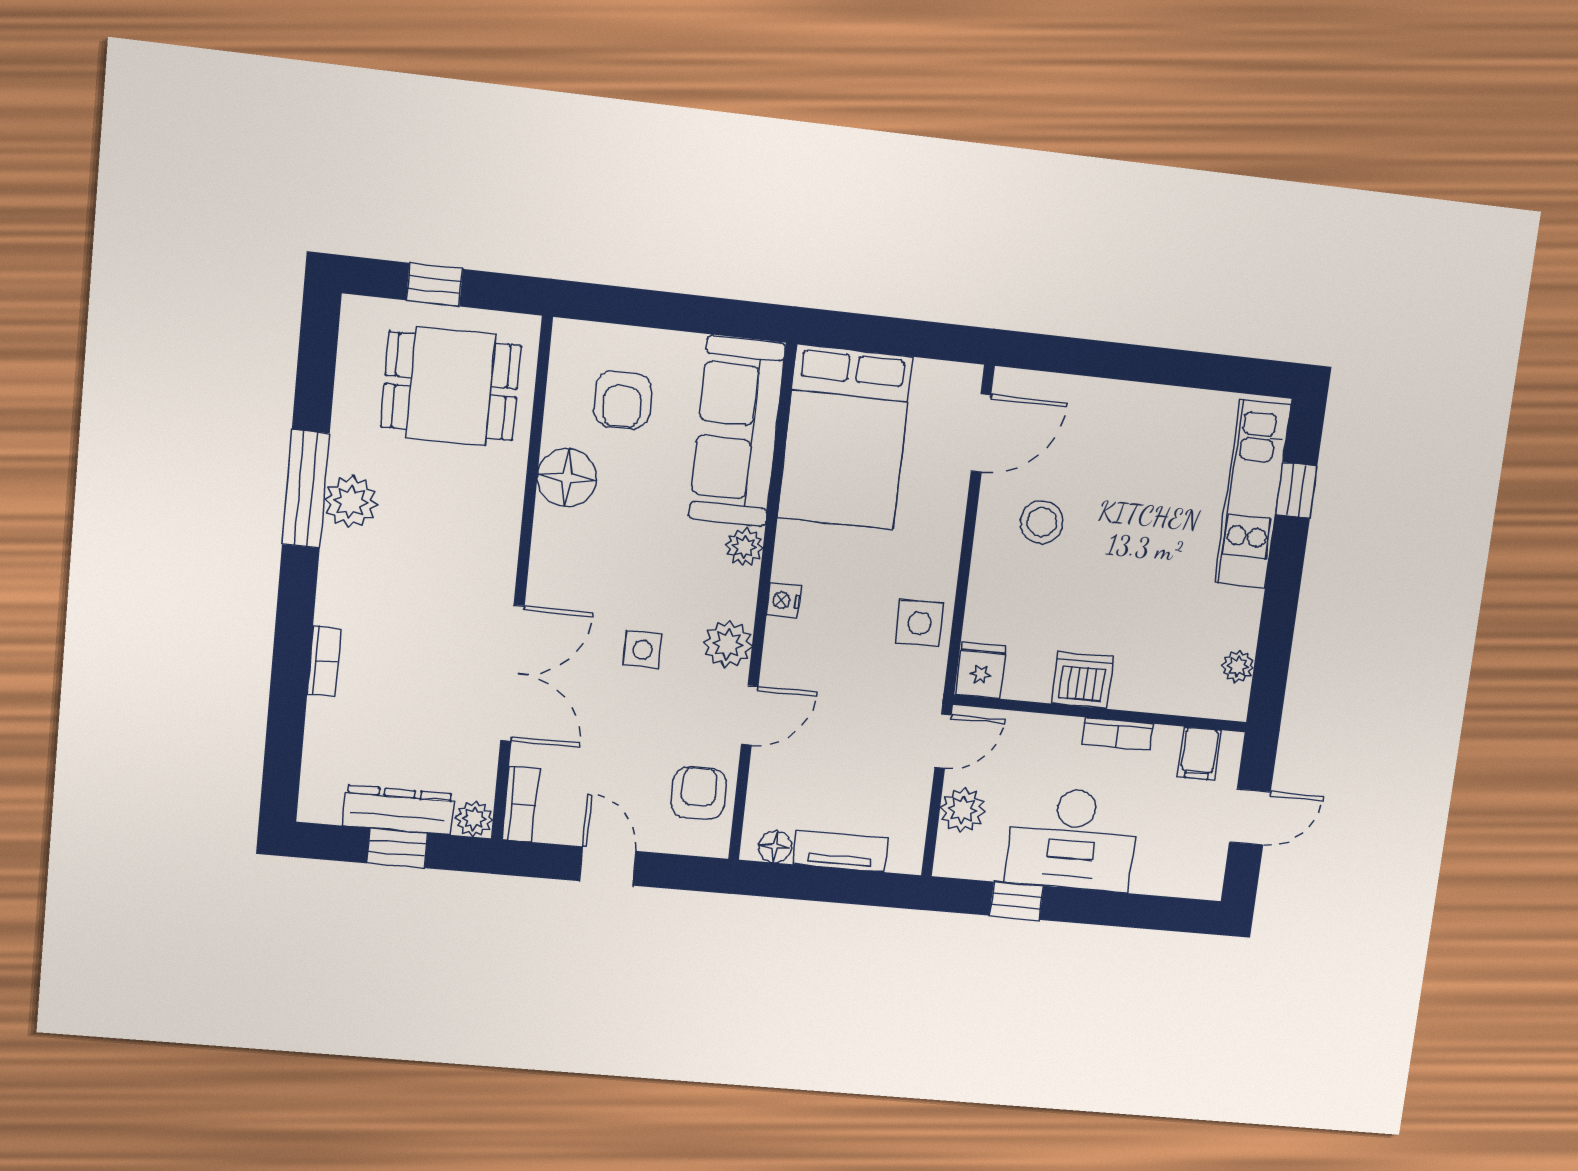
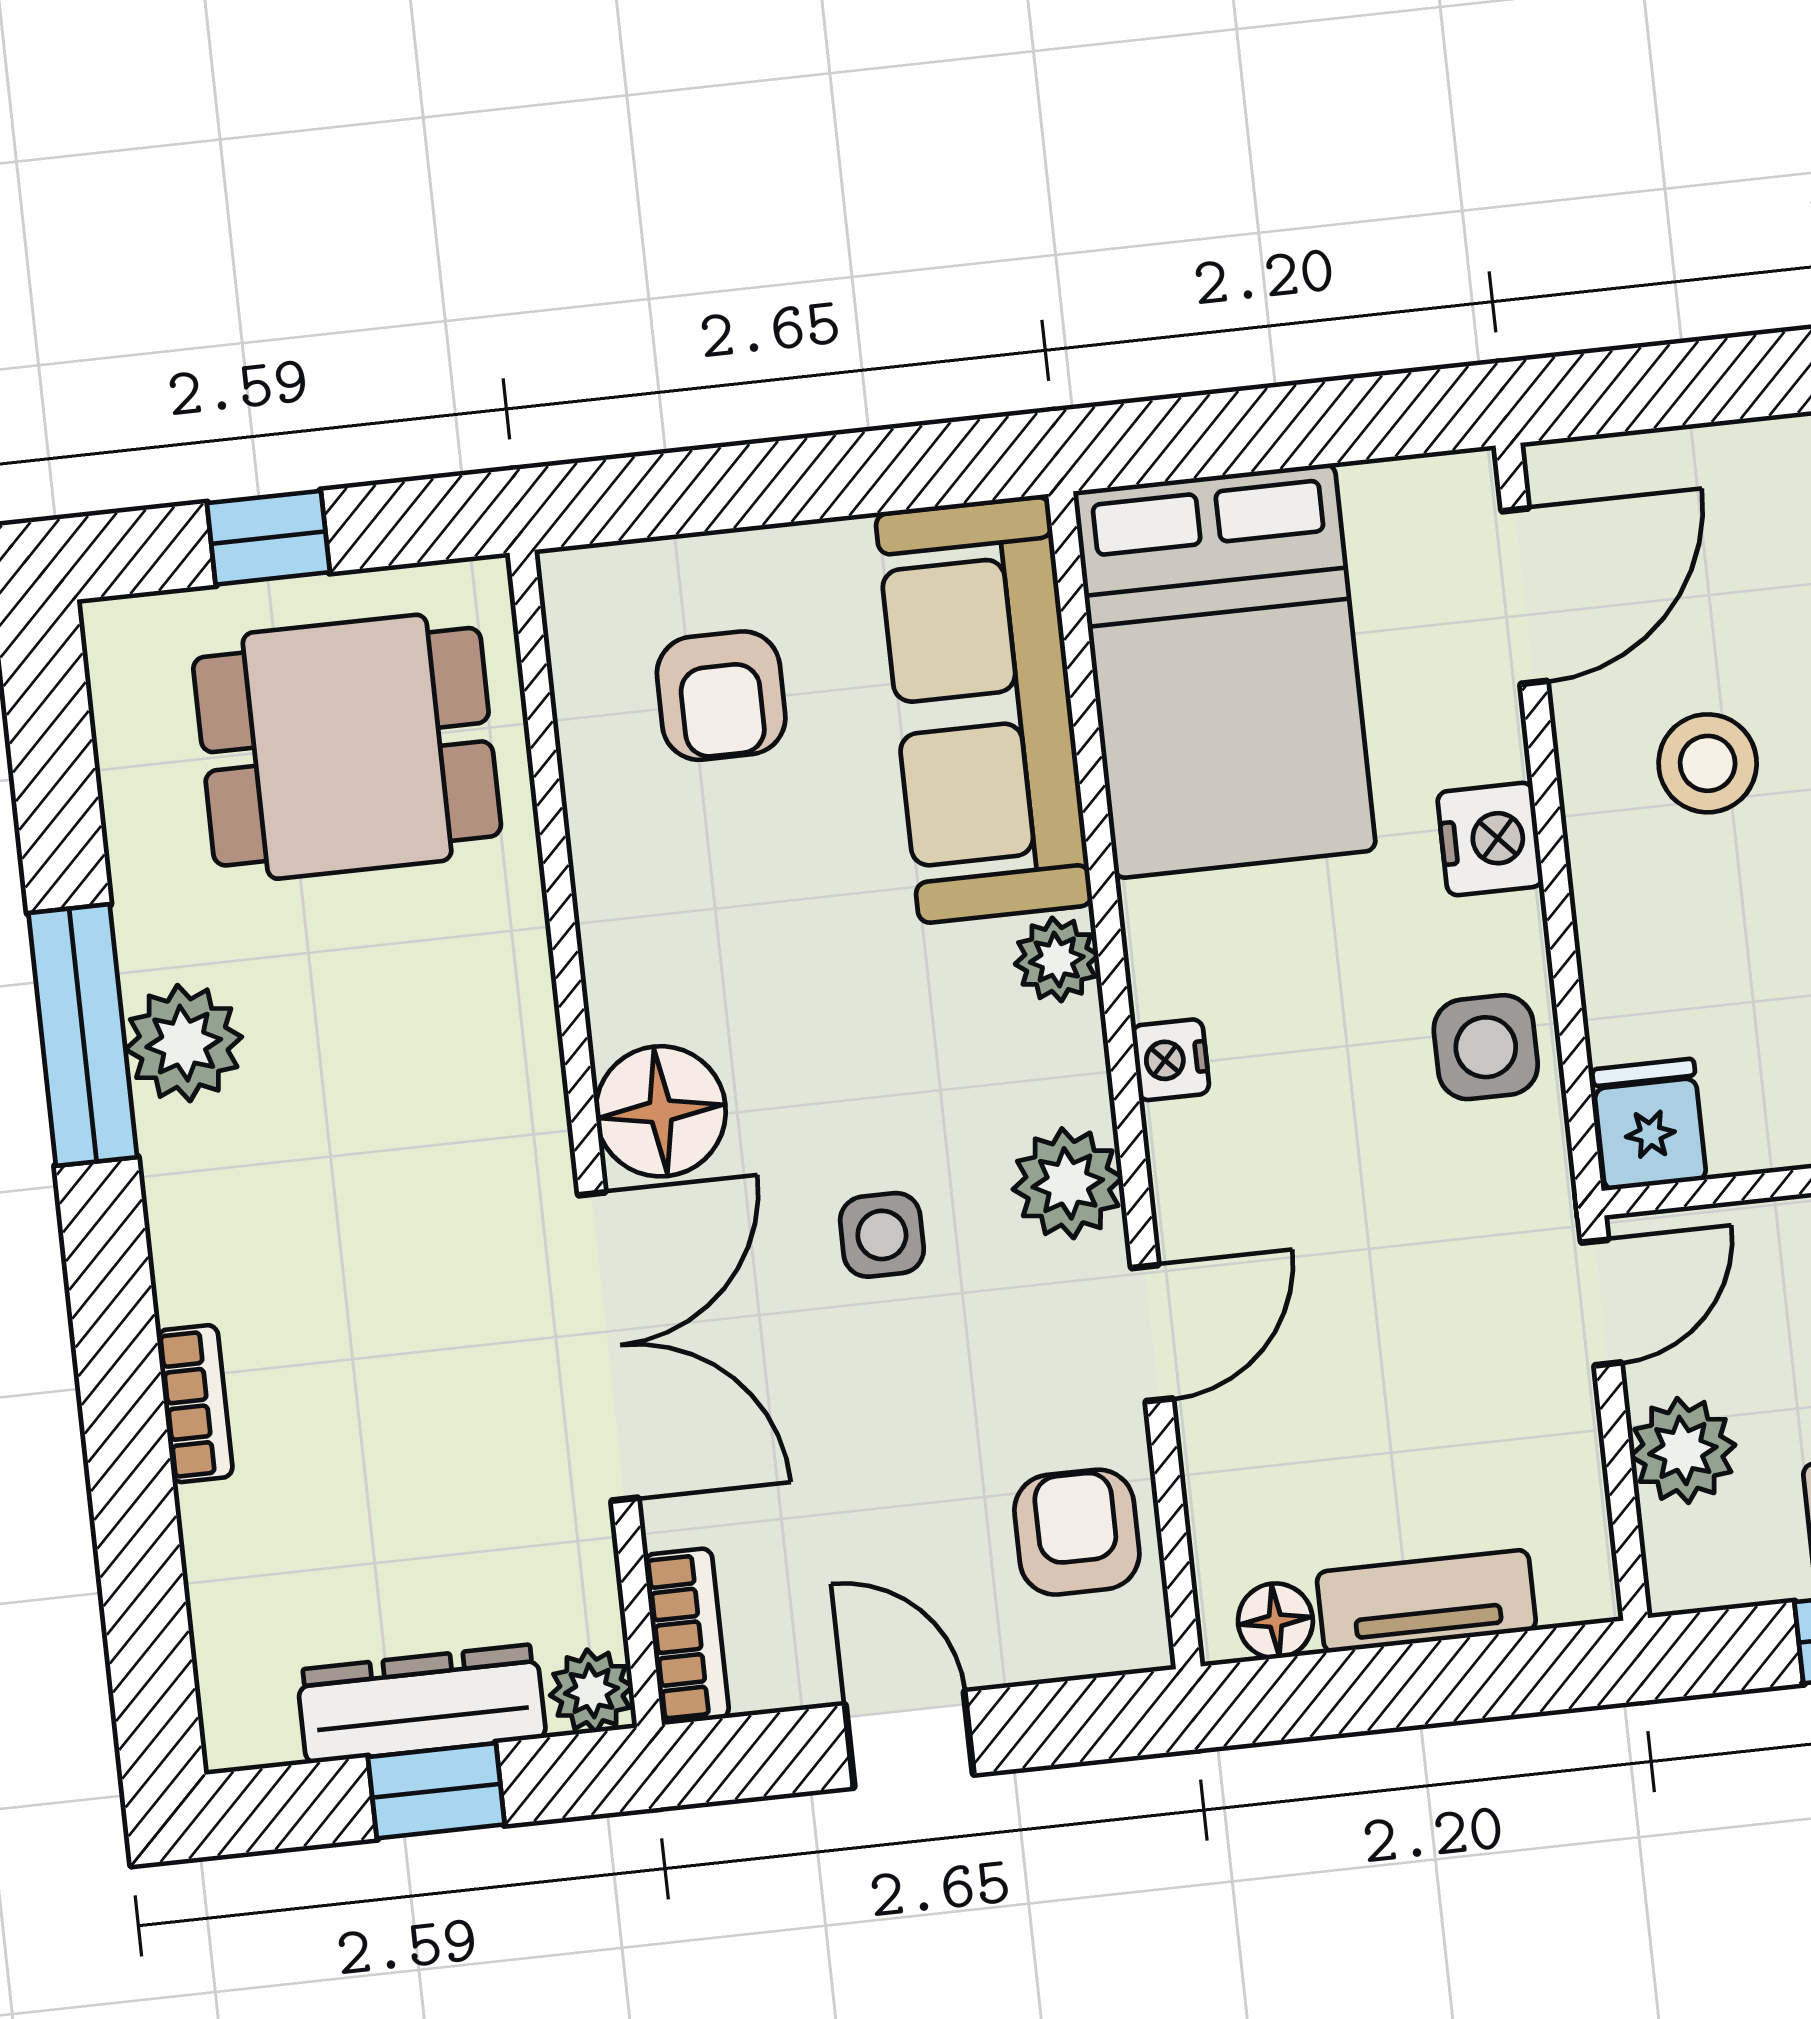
floor lamp: (567, 478) -> (661, 1111), moved
nightstand: (942, 535) -> (1490, 839), added

